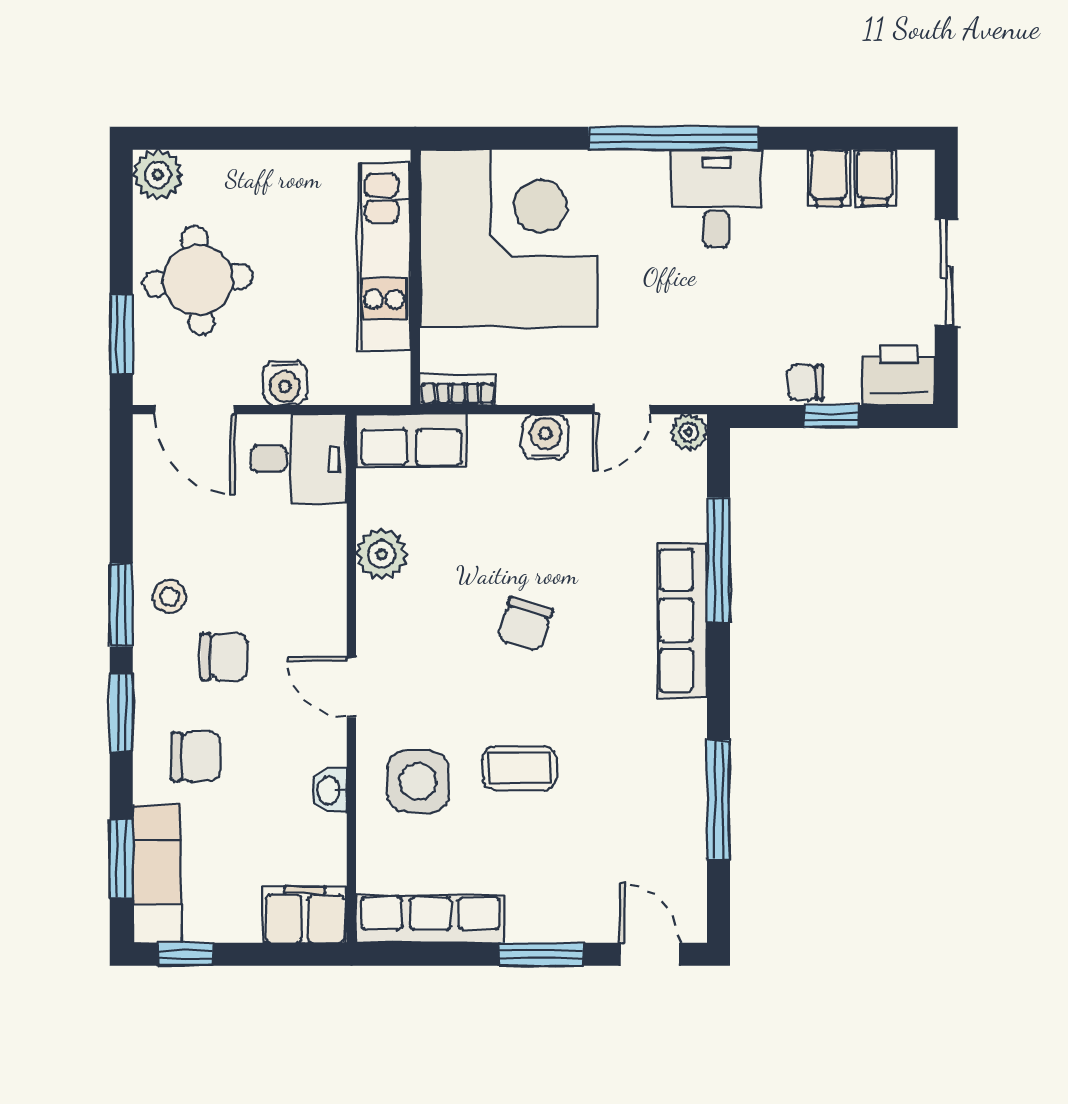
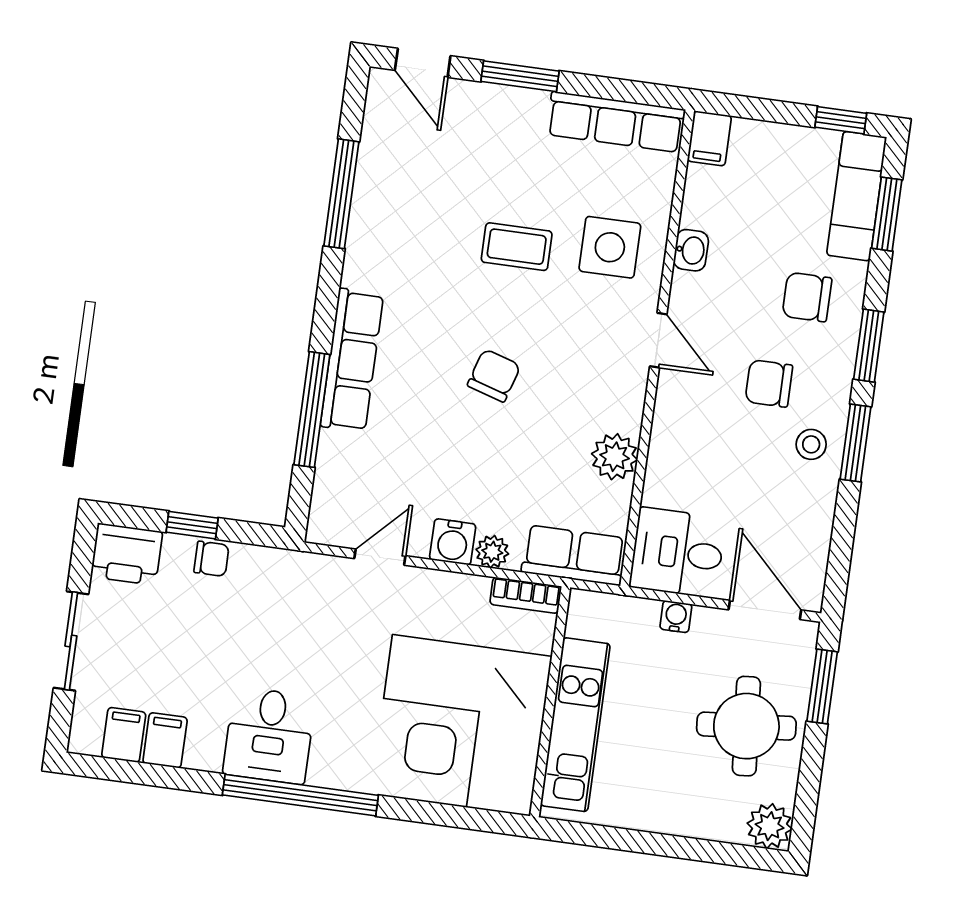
water cooler: (285, 383) -> (676, 617), width x0.72, depth x0.72
plant: (689, 432) -> (492, 552), moved
filing cabinet: (305, 915) -> (709, 138), width x0.50

